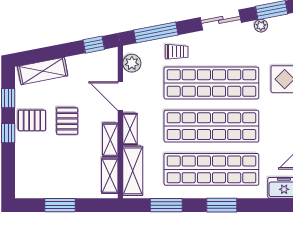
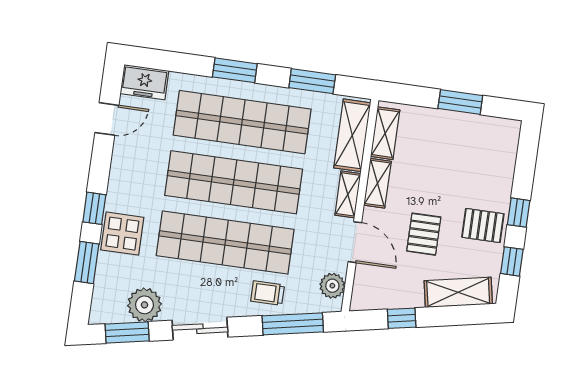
plant: (261, 26) -> (144, 305), width x1.87, depth x1.87
window: (94, 45) -> (402, 318), moved
pallet: (67, 121) -> (424, 234), moved

